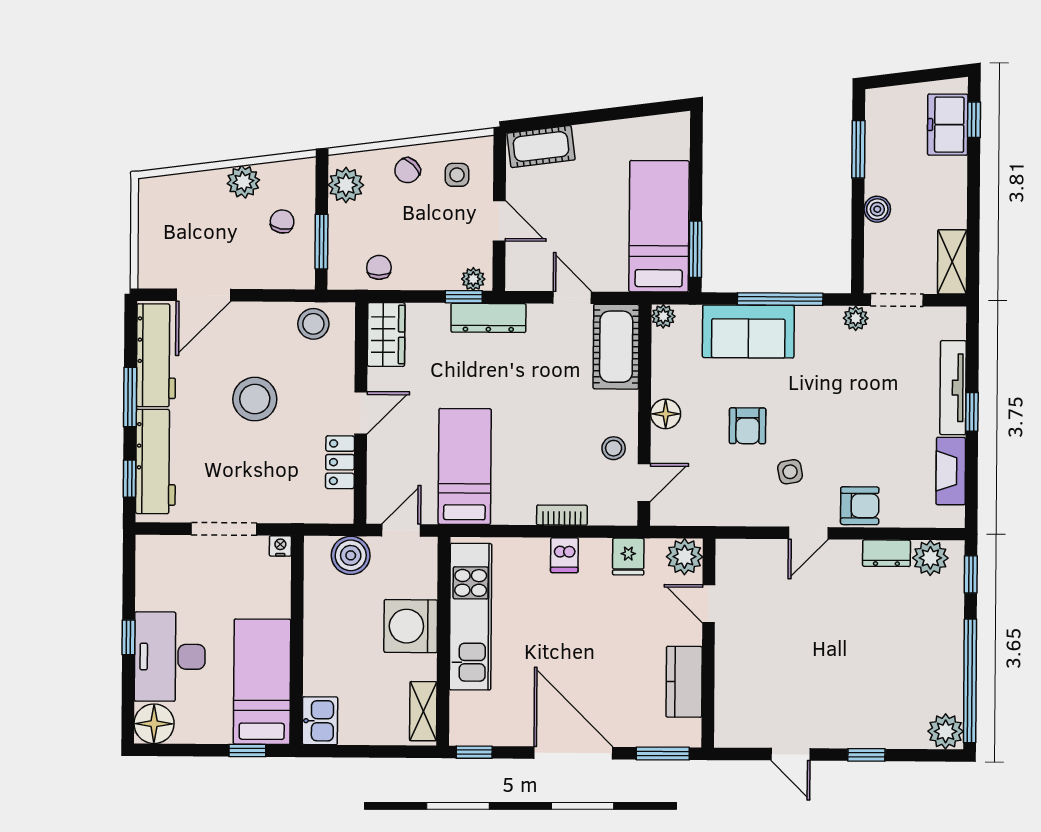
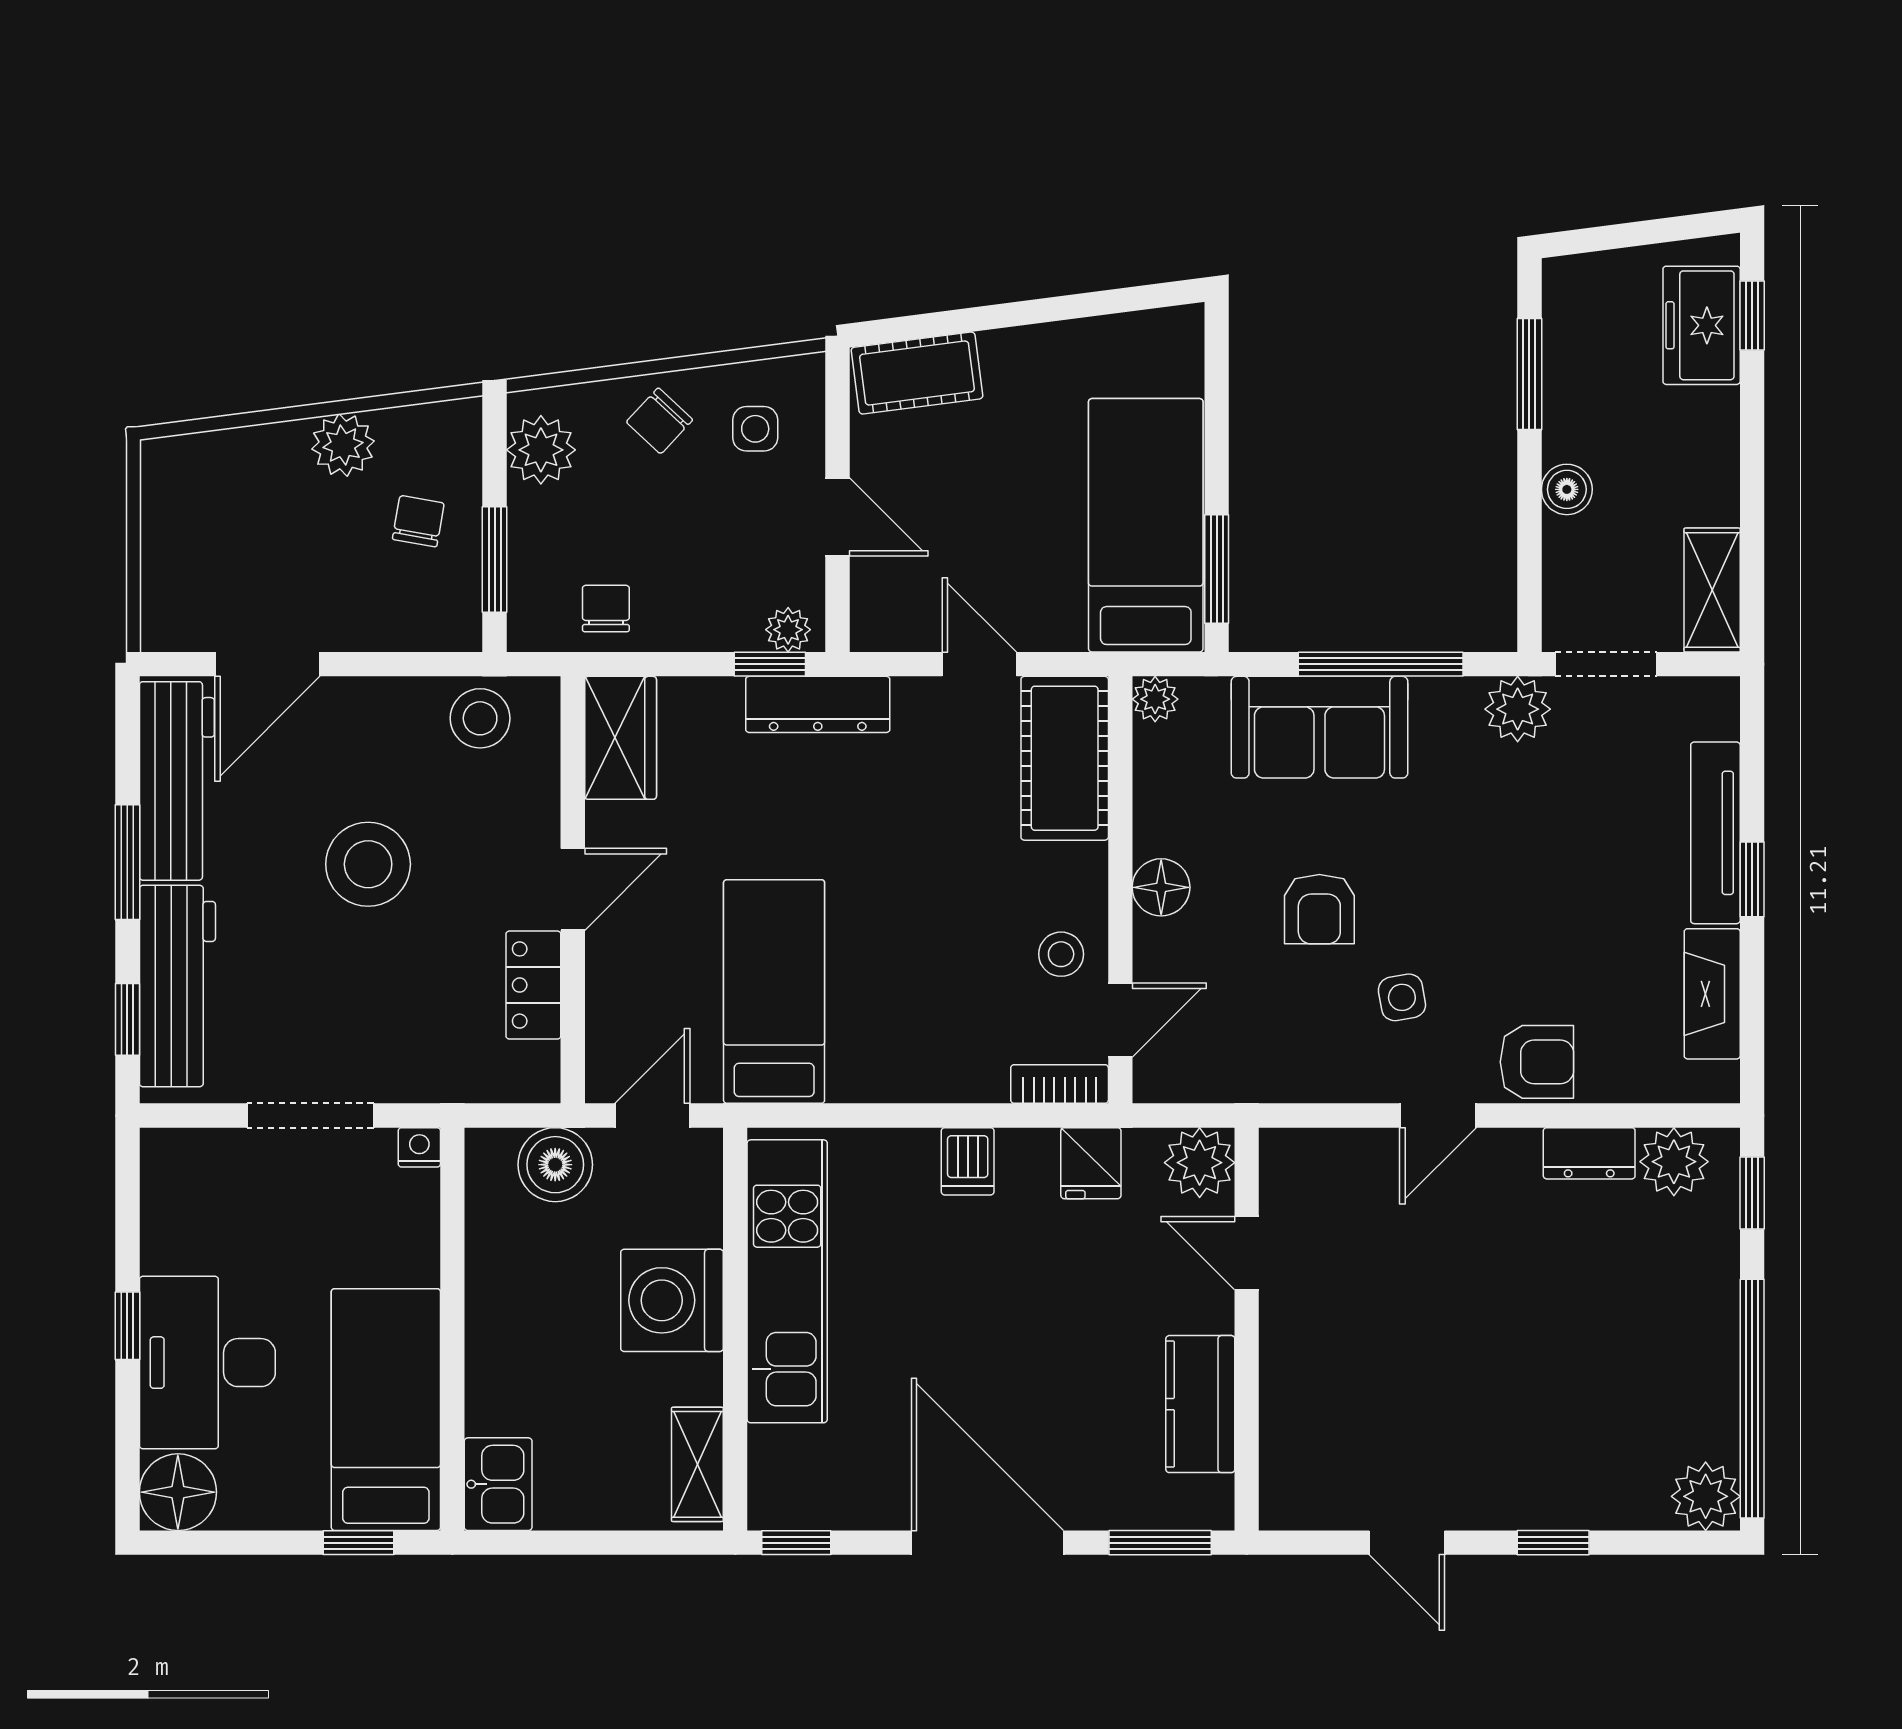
plant: (856, 318) -> (1518, 709), width x1.38, depth x1.38
bookcase: (562, 515) -> (1060, 1084), moved

